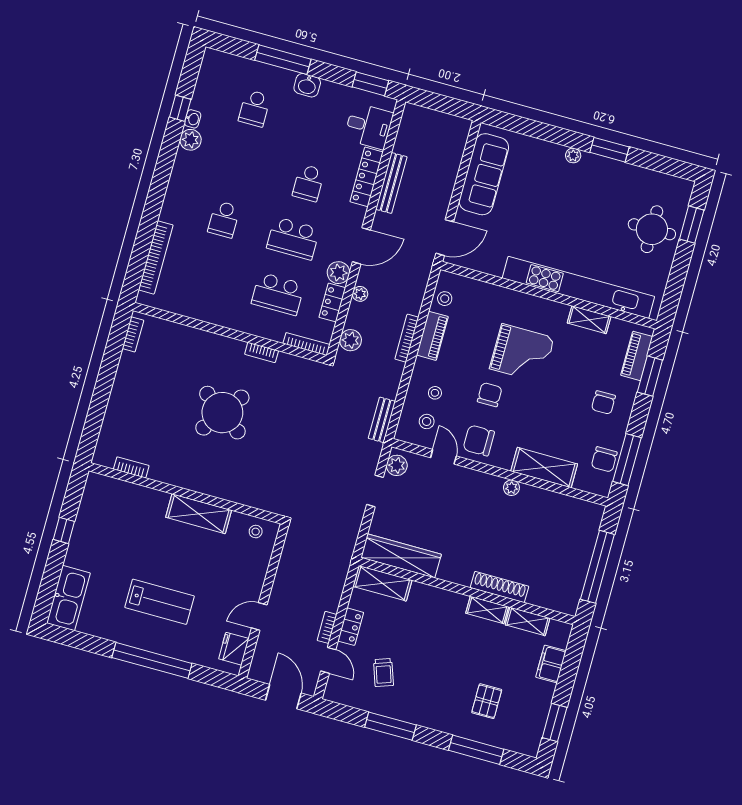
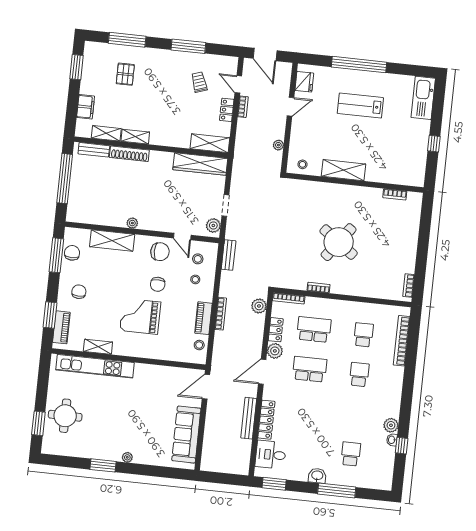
school desk: (308, 183) -> (363, 335), moved
kitchen unit: (578, 287) -> (95, 366), width x0.73
plant: (360, 294) -> (278, 145), moved
bench: (549, 601) -> (94, 150), added

